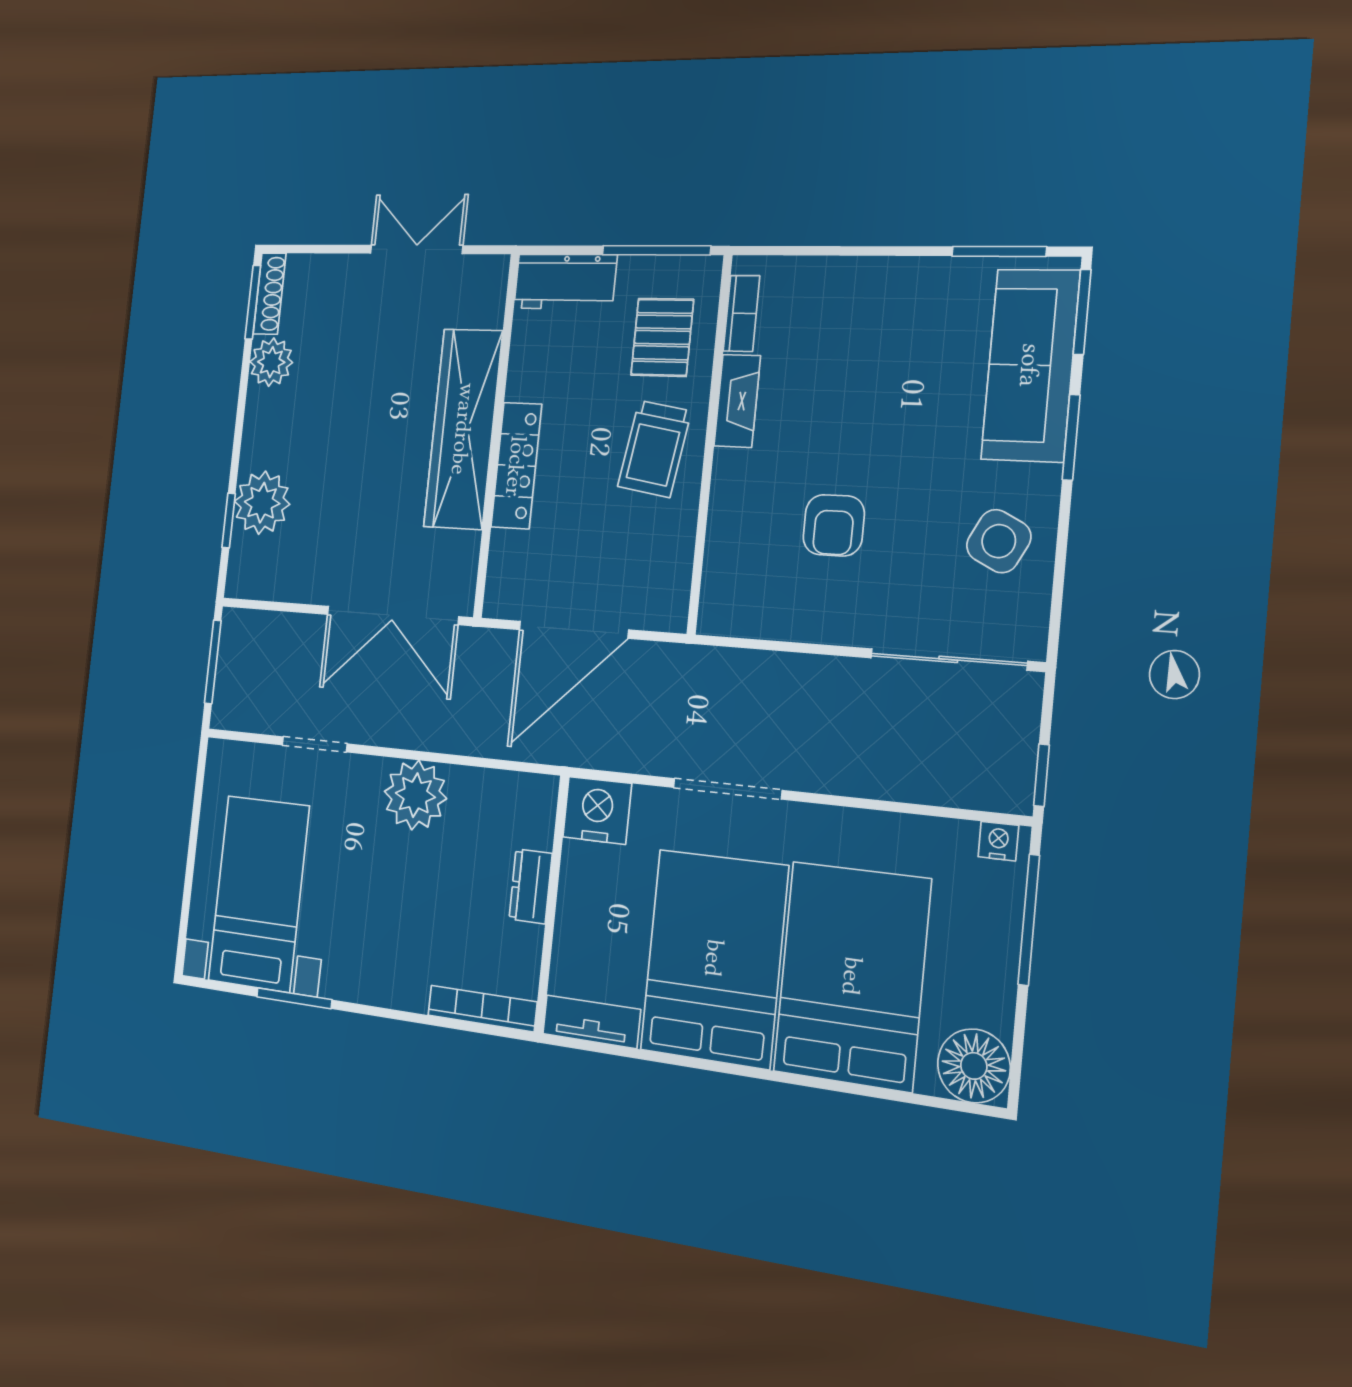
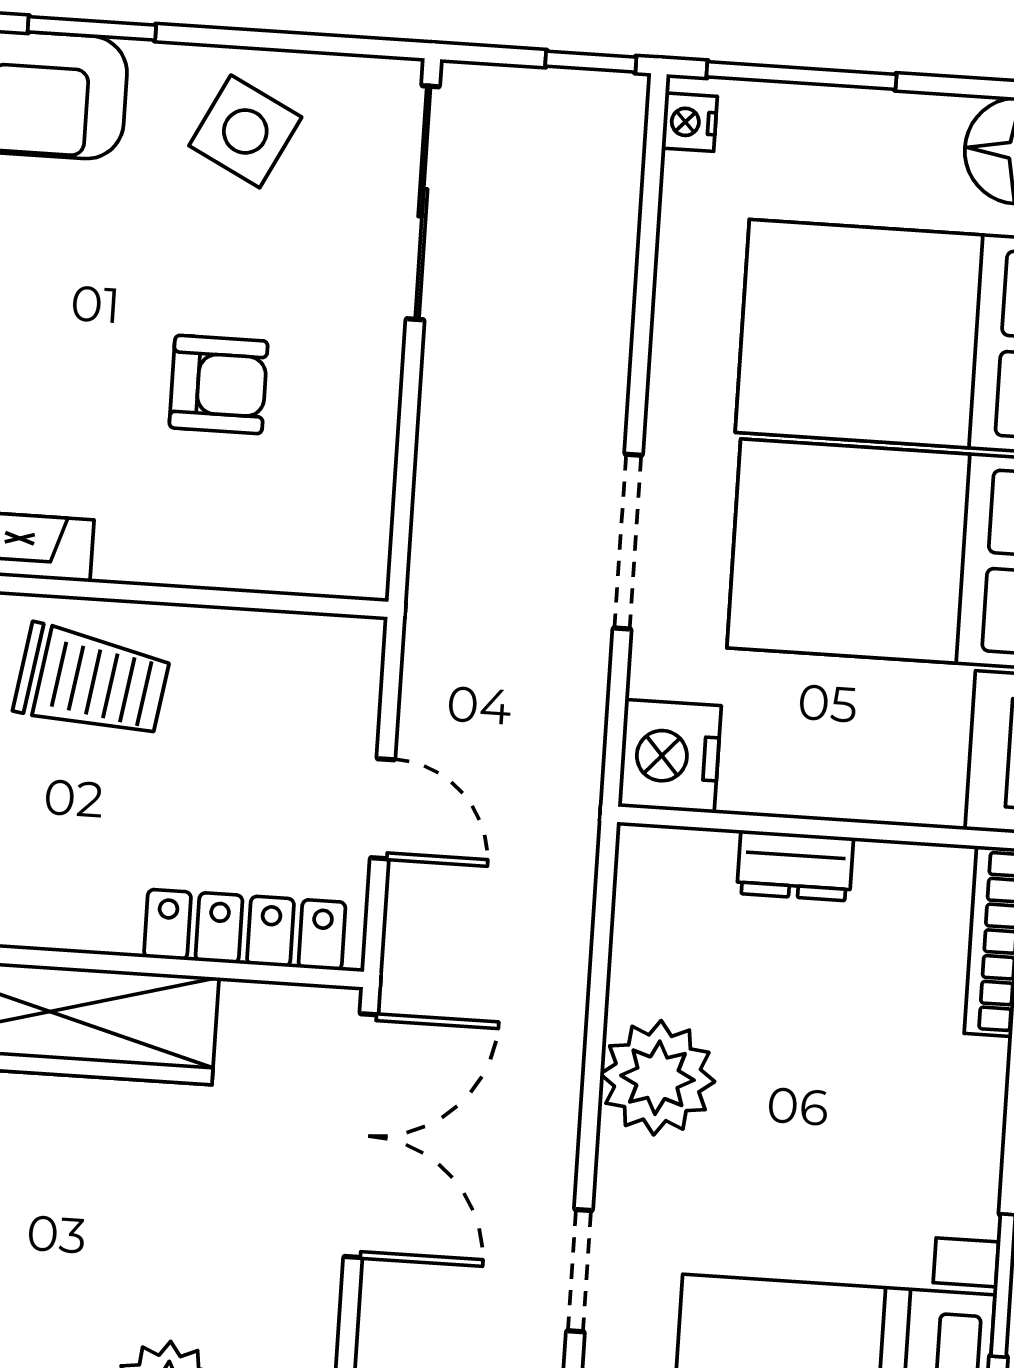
locker: (516, 466) -> (245, 930), moved
door: (573, 630) -> (383, 809), width x0.53

